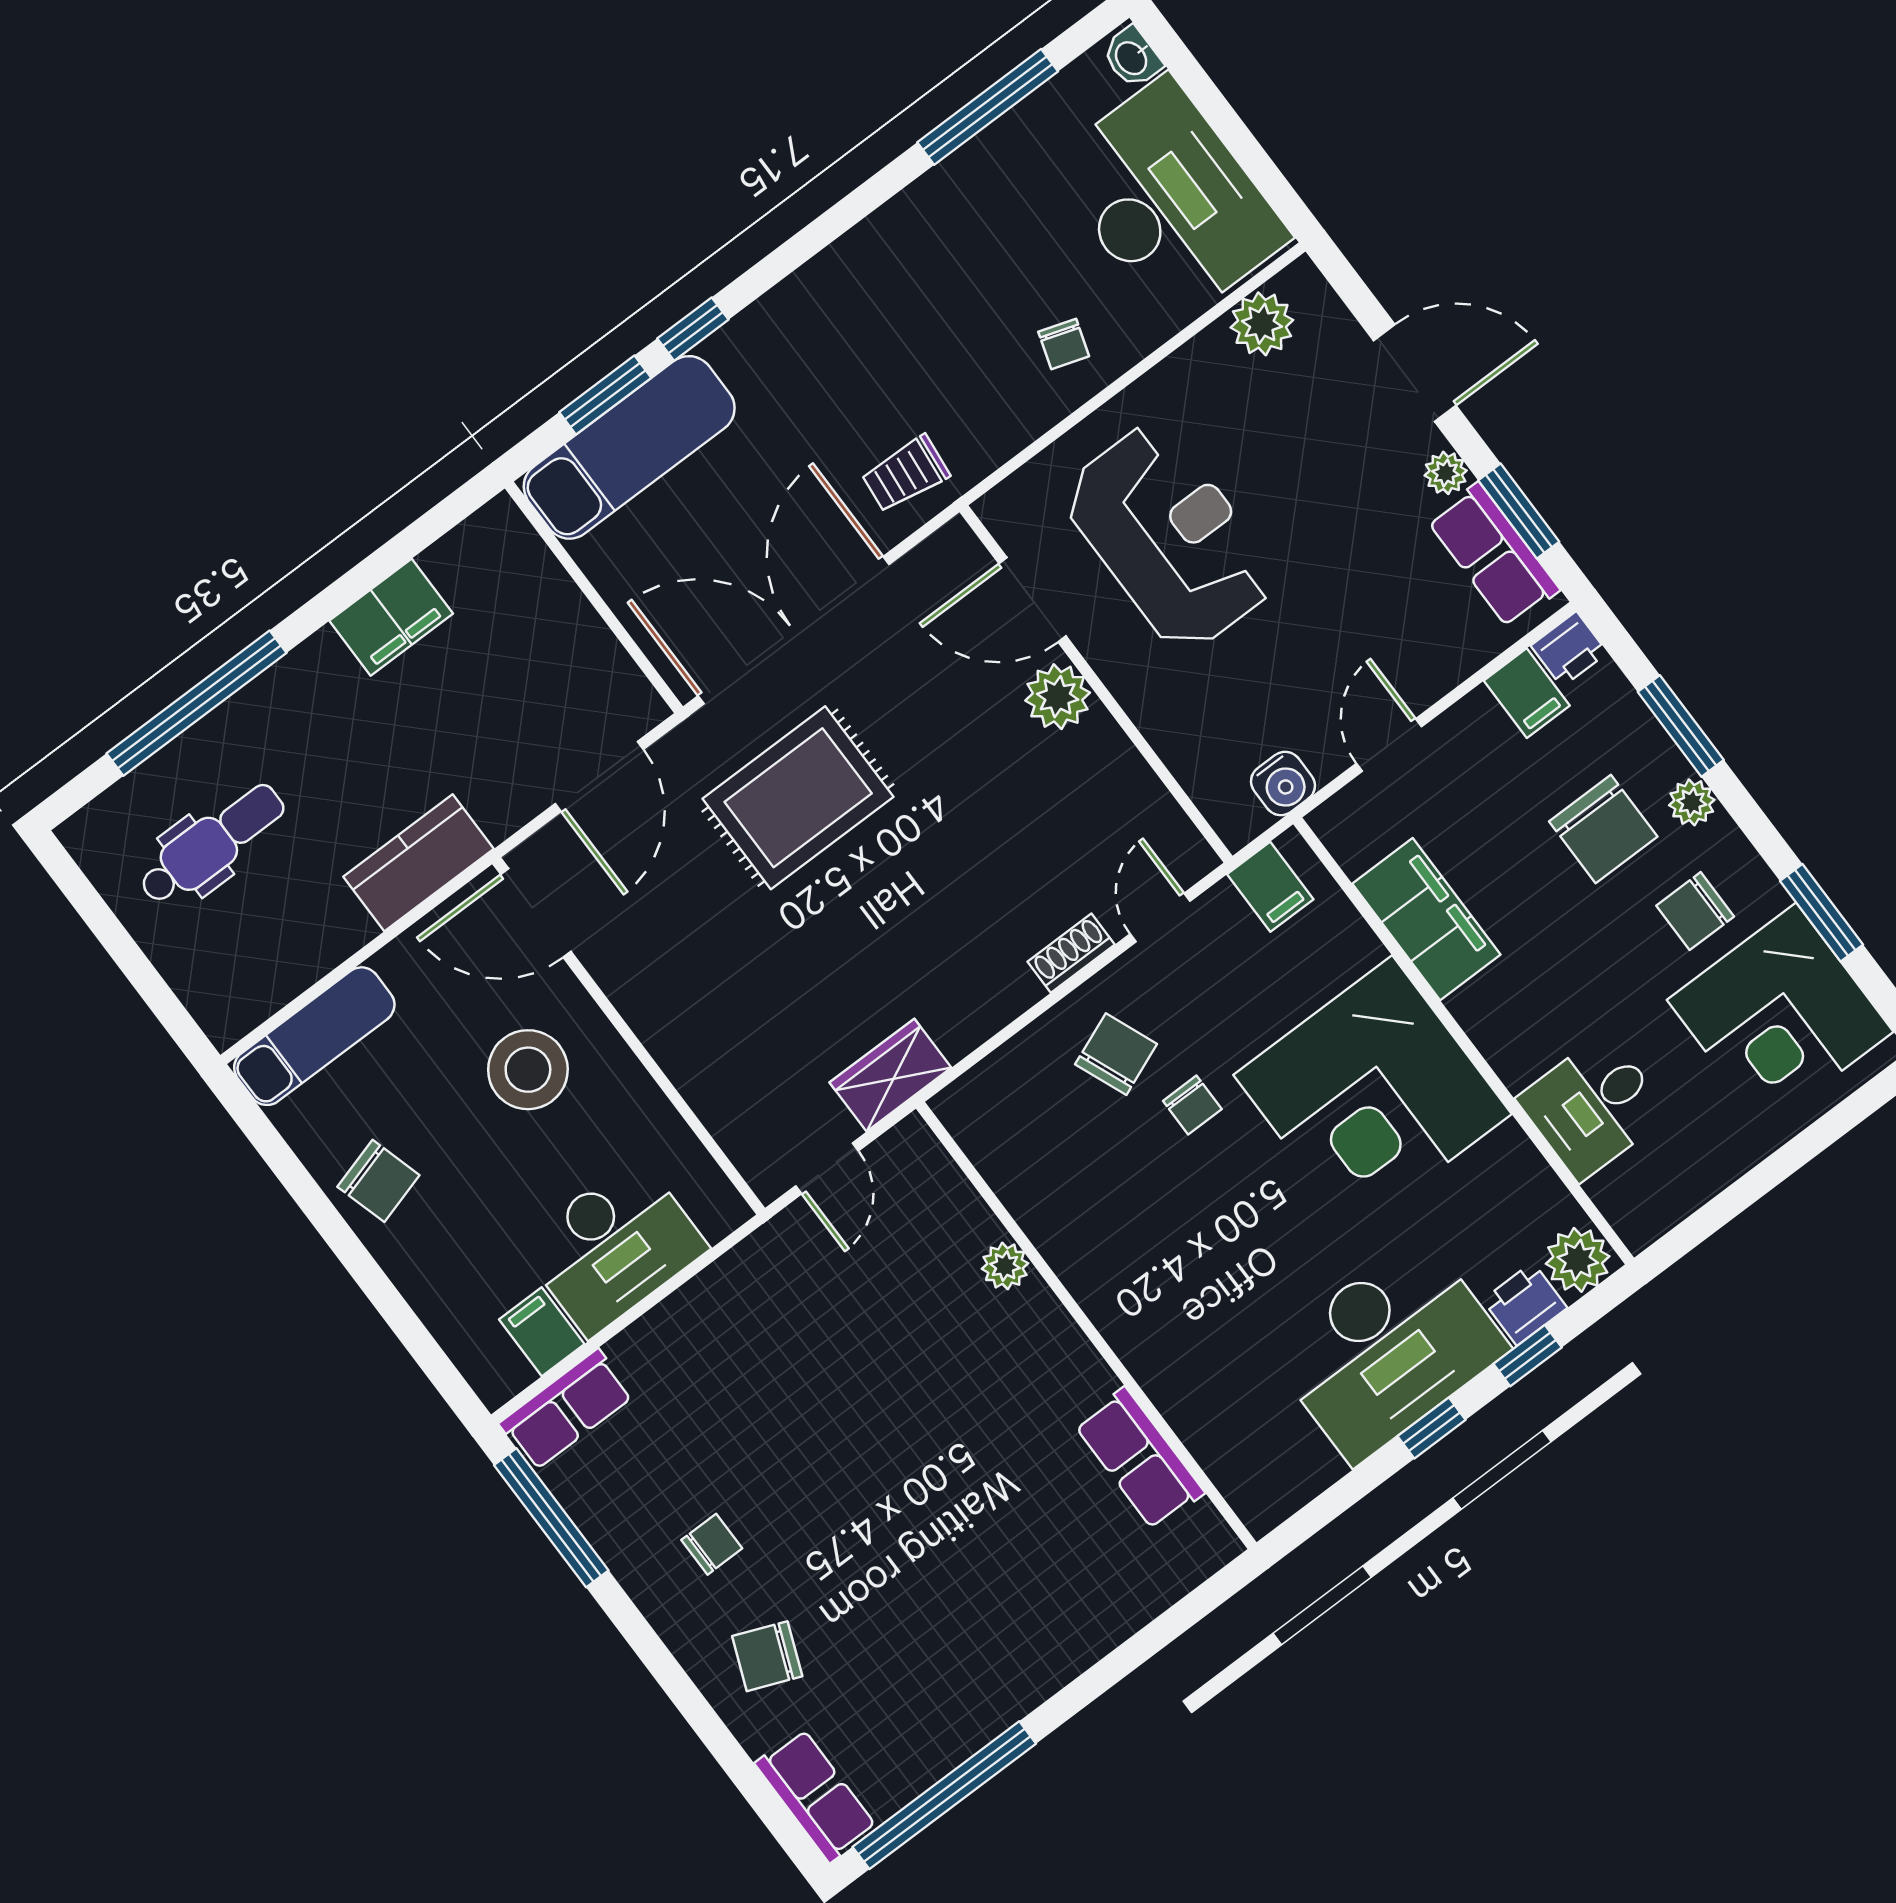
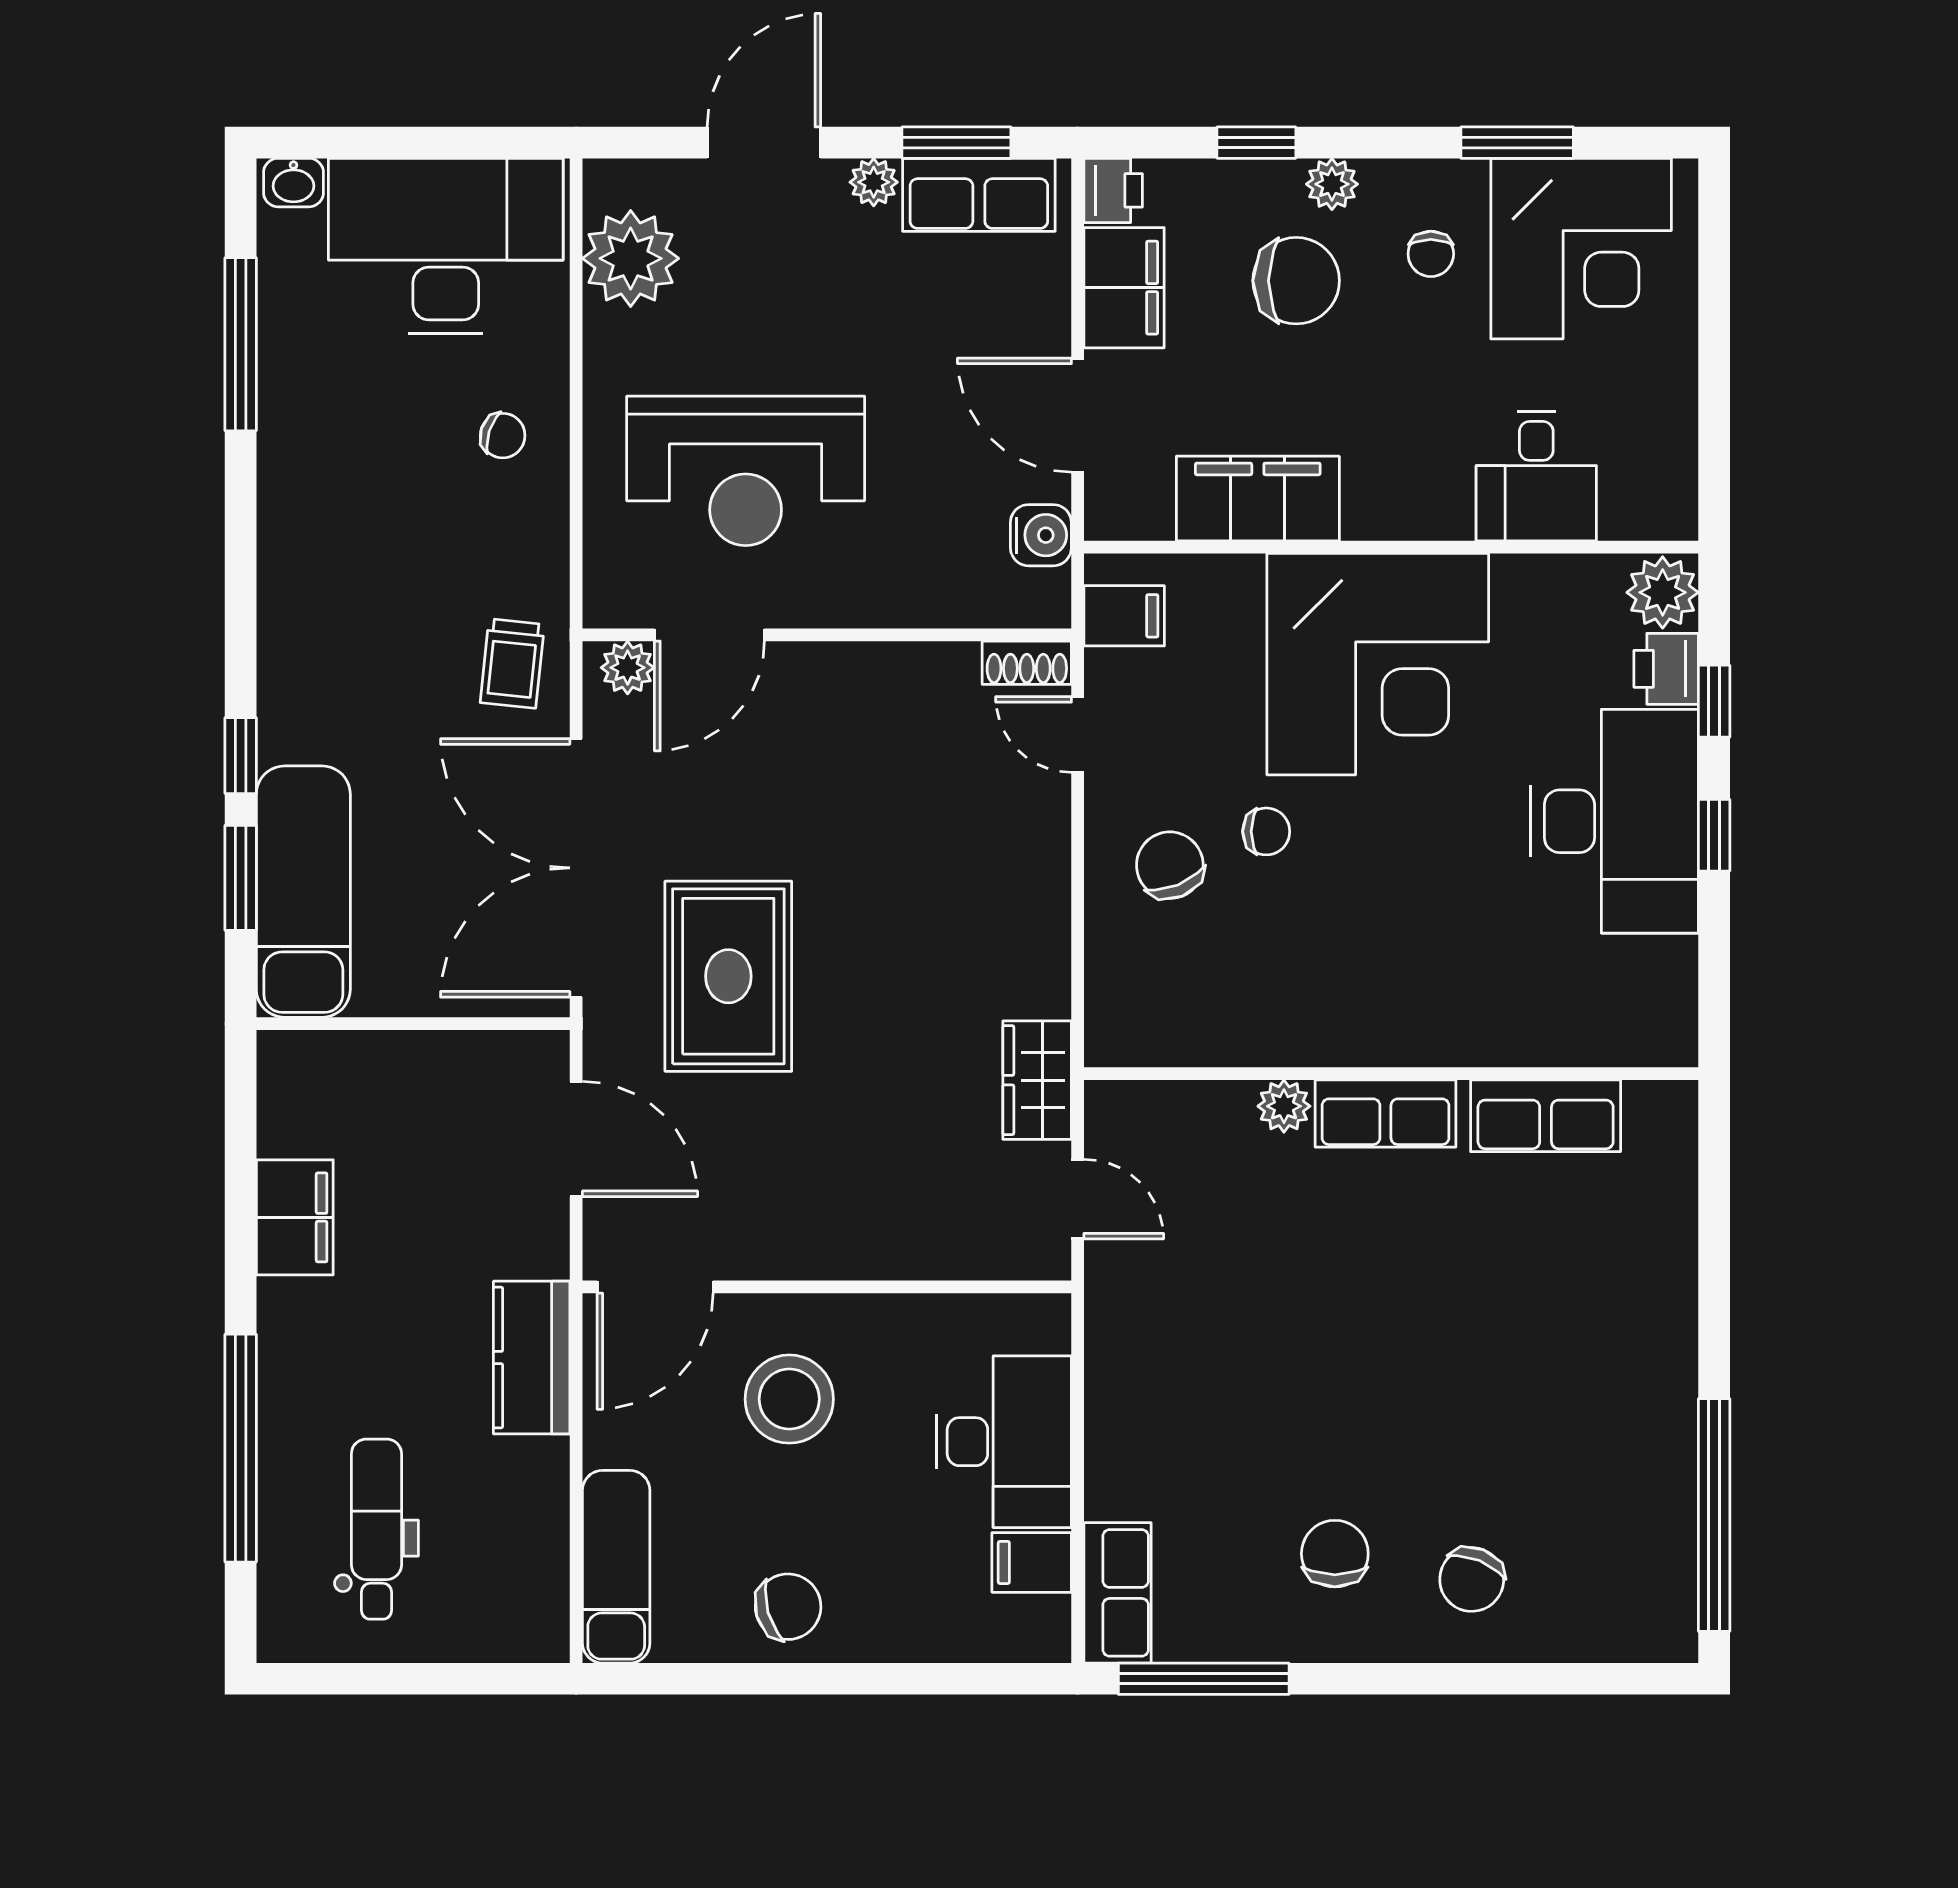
plant: (1262, 324) -> (631, 258), width x1.36, depth x1.36
reception desk: (1170, 537) -> (746, 471), turned 180
filing cabinet: (1527, 693) -> (1124, 288), width x2.00
plant: (1058, 697) -> (628, 668), moved, width x0.73, depth x0.73
window: (1681, 726) -> (1256, 143), width x0.67
door: (1389, 745) -> (1078, 415), width x1.38
chair: (1695, 911) -> (1431, 254), width x0.73, depth x0.73
shoe rack: (1071, 953) -> (1027, 663), moved, turned -90
chair: (712, 1544) -> (1335, 1554), width x1.37, depth x1.37
row of seats: (816, 1795) -> (1385, 1114), moved, turned 180

